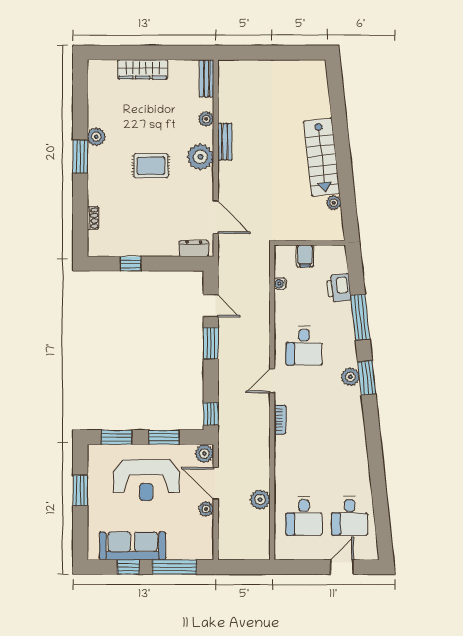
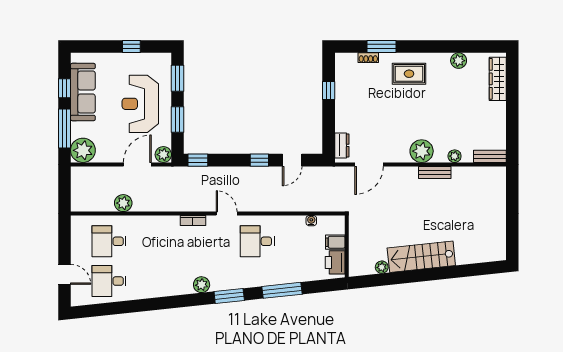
wardrobe: (143, 69) -> (498, 79), moved
plant: (96, 137) -> (459, 61), moved
window: (80, 157) -> (381, 46), moved
rug: (151, 166) -> (409, 74), moved, turned 90
printer: (339, 288) -> (335, 262), moved, turned -84
window: (211, 343) -> (259, 160), width x0.67
plant: (350, 377) -> (202, 285), moved
window: (80, 490) -> (131, 46), width x0.67
plant: (206, 509) -> (83, 150), moved, width x1.88, depth x1.88

